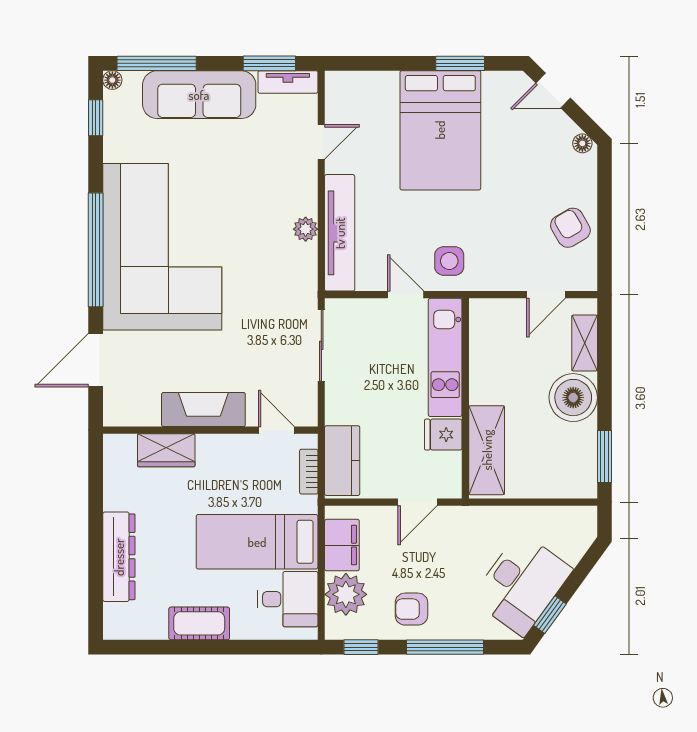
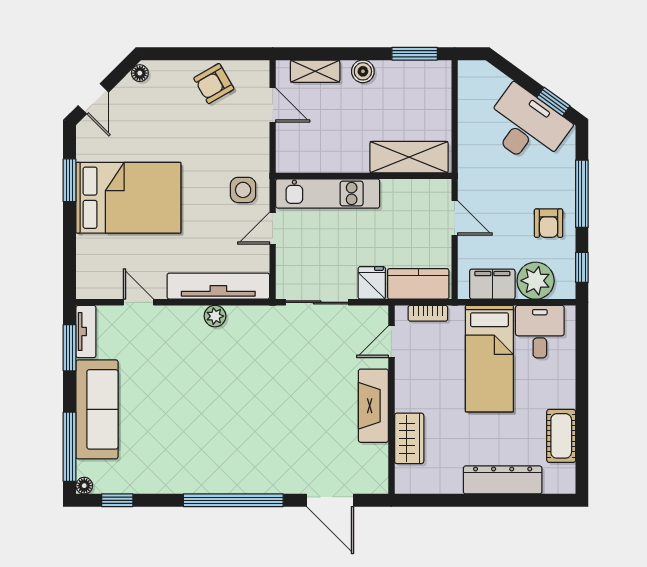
corner sofa: (162, 247) -> (231, 442), removed
boiler: (573, 398) -> (363, 71), width x0.54, depth x0.54
fridge: (443, 435) -> (372, 283), moved, turned 180
cot: (199, 623) -> (561, 436), moved

